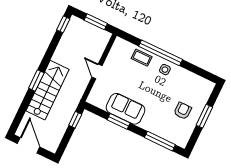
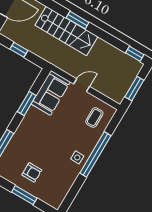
coffee table: (142, 58) -> (94, 117), moved
sofa: (126, 109) -> (51, 93), moved
window: (75, 120) -> (19, 50), moved

